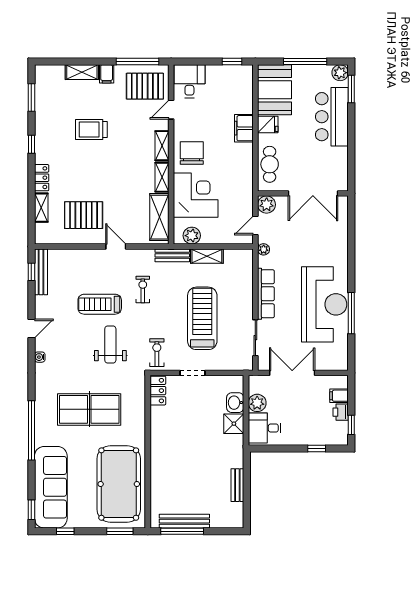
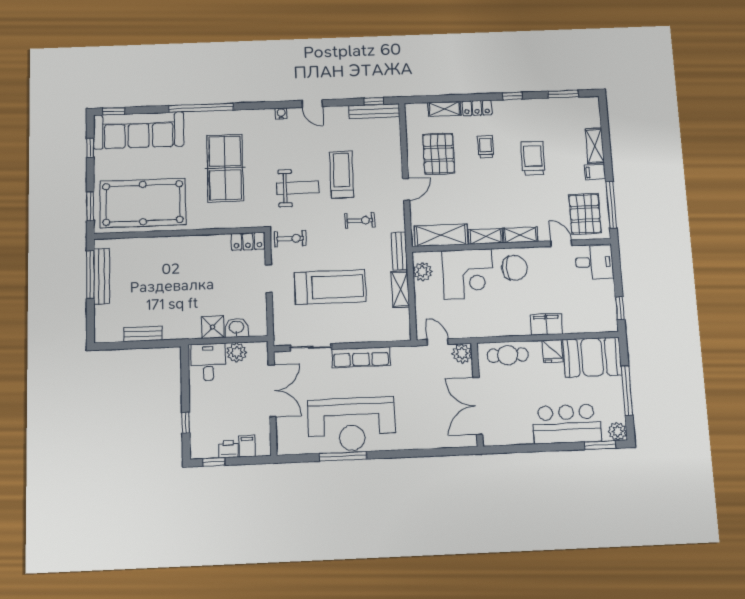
trolley: (79, 172) -> (486, 147), added
plant: (264, 249) -> (411, 352), removed

